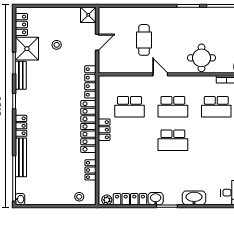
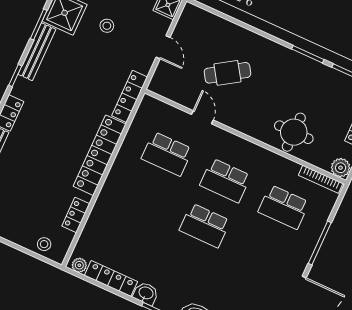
cafe table: (144, 40) -> (227, 73), turned 57
door: (97, 42) -> (163, 47), hinge flipped
door: (160, 74) -> (202, 117), moved
bench: (21, 75) -> (37, 52), width x1.36
locker: (104, 130) -> (119, 169), removed

